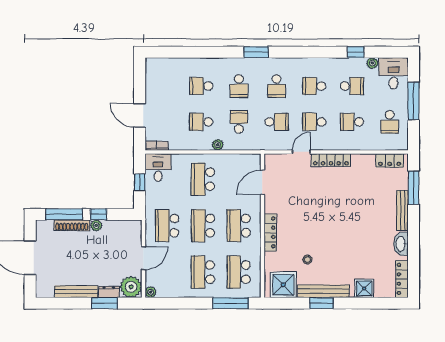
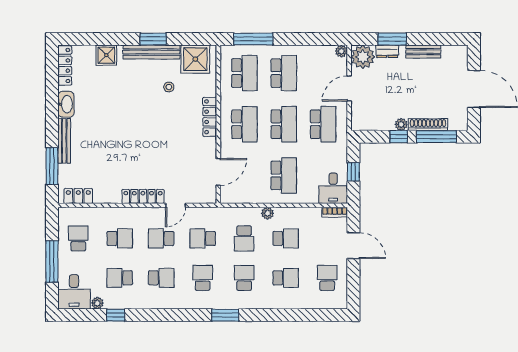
school desk: (164, 86) -> (327, 278), added
school desk: (314, 122) -> (161, 238), turned 180
bench: (76, 292) -> (423, 52), width x0.73

